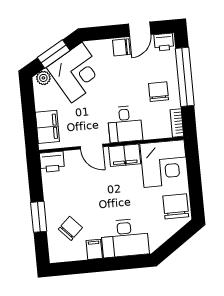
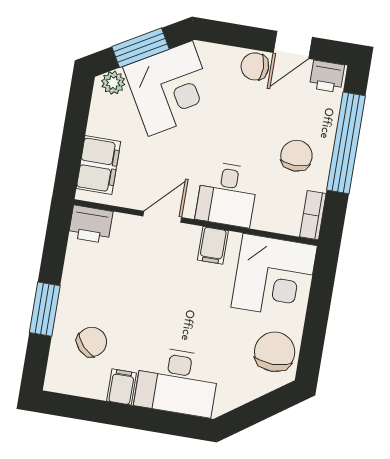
door: (92, 147) -> (162, 217), swing flipped
filing cabinet: (125, 155) -> (213, 245), width x0.50

